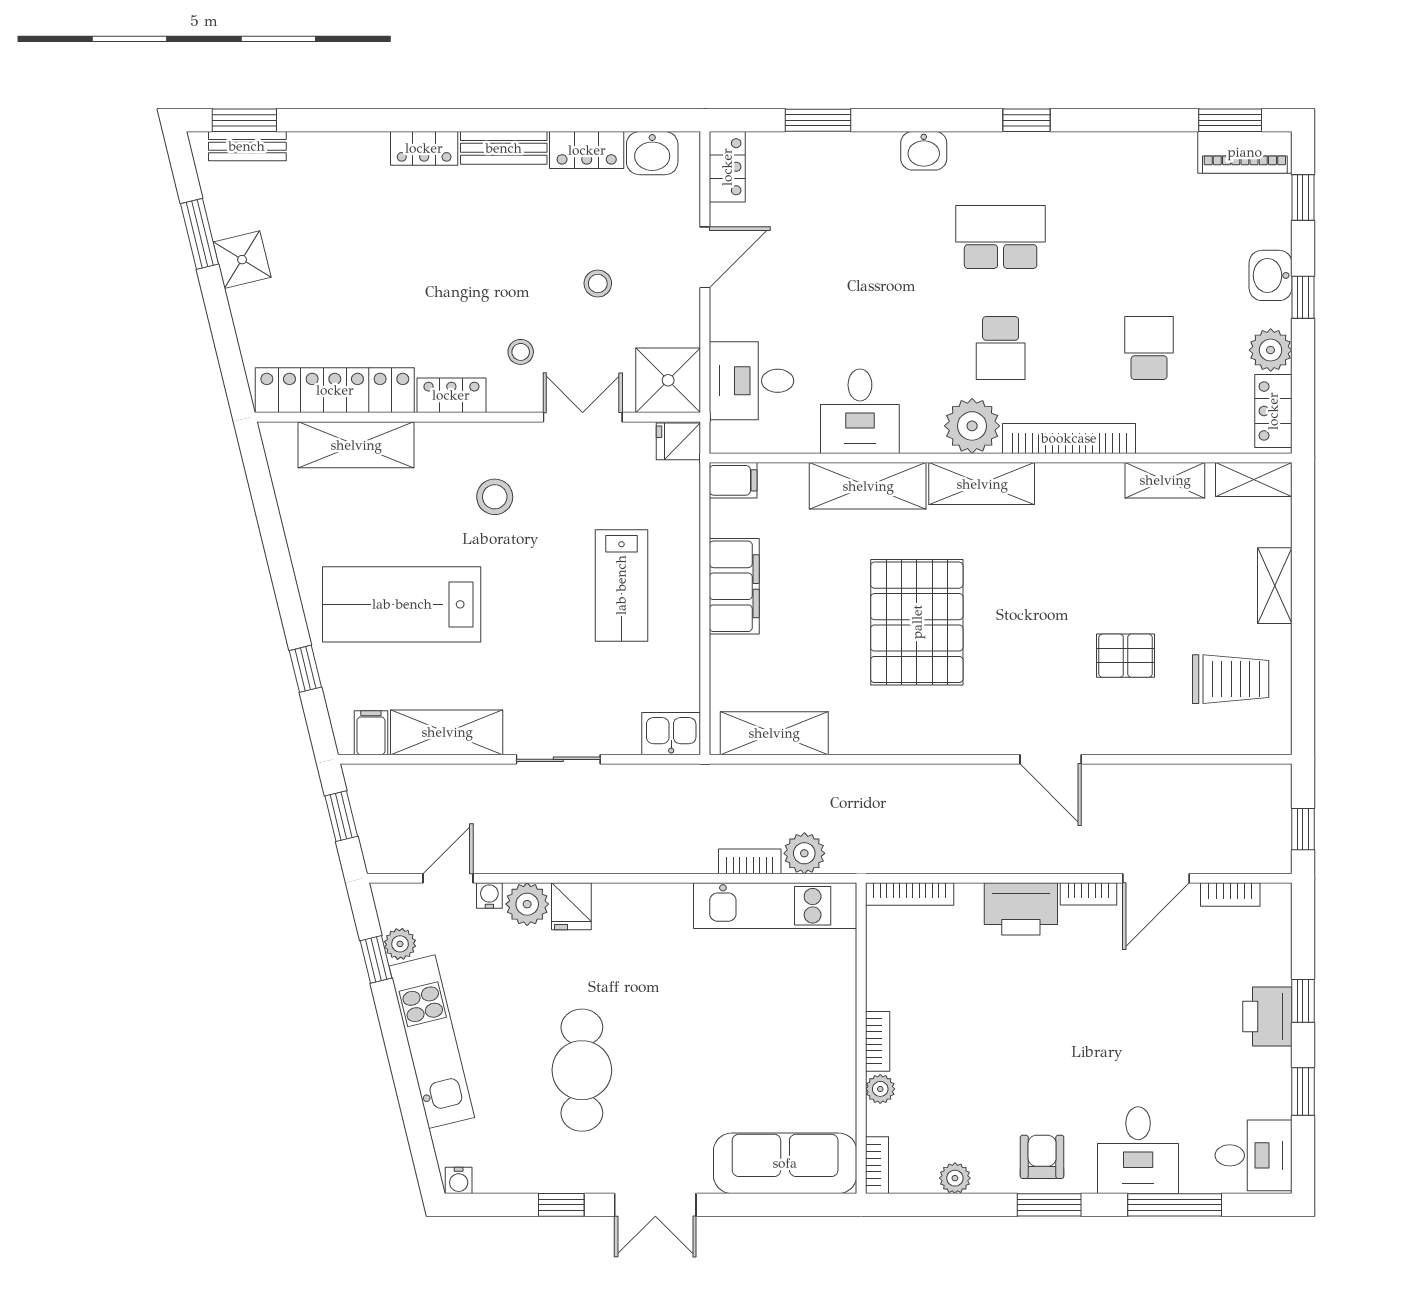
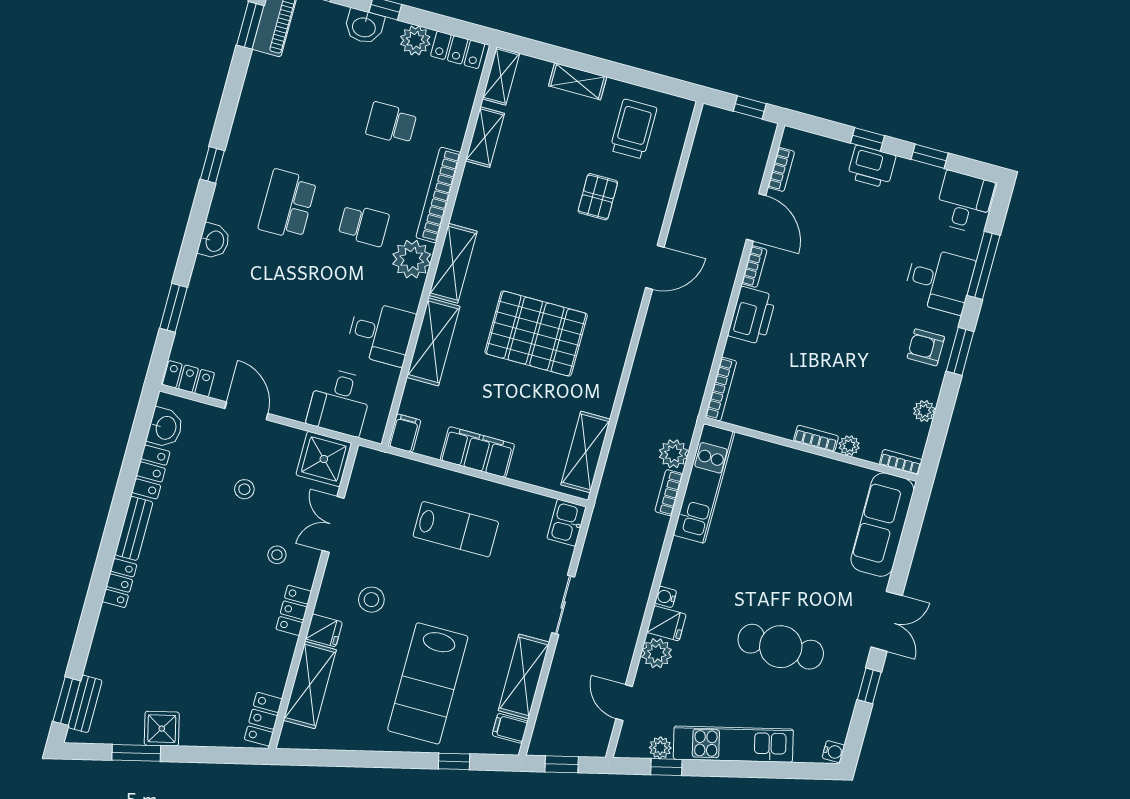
locker: (335, 390) -> (263, 719), width x0.46, depth x0.83
fridge: (678, 441) -> (324, 630), moved, turned -90
water cooler: (489, 896) -> (666, 597), moved

